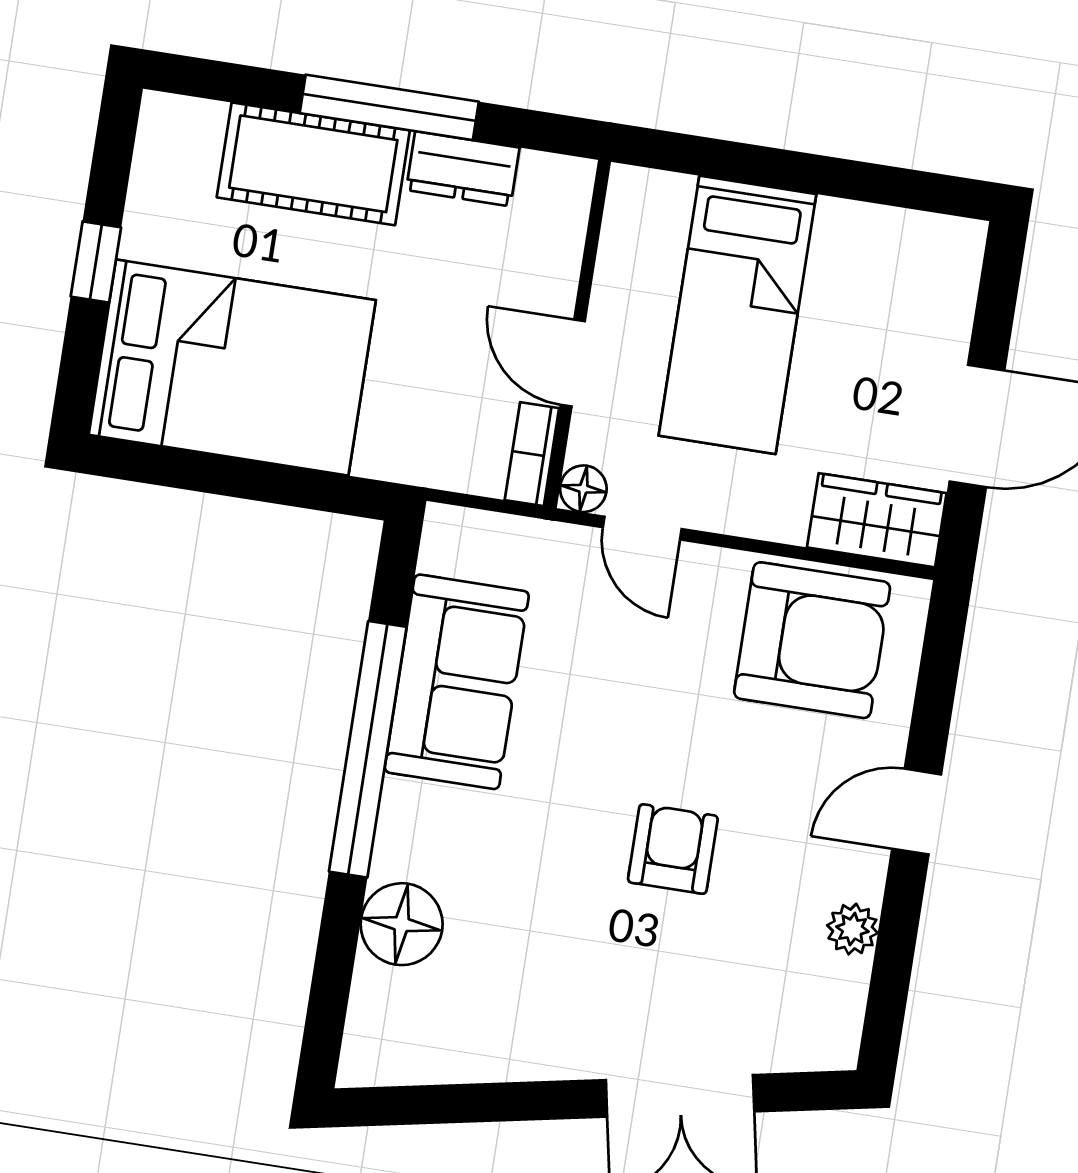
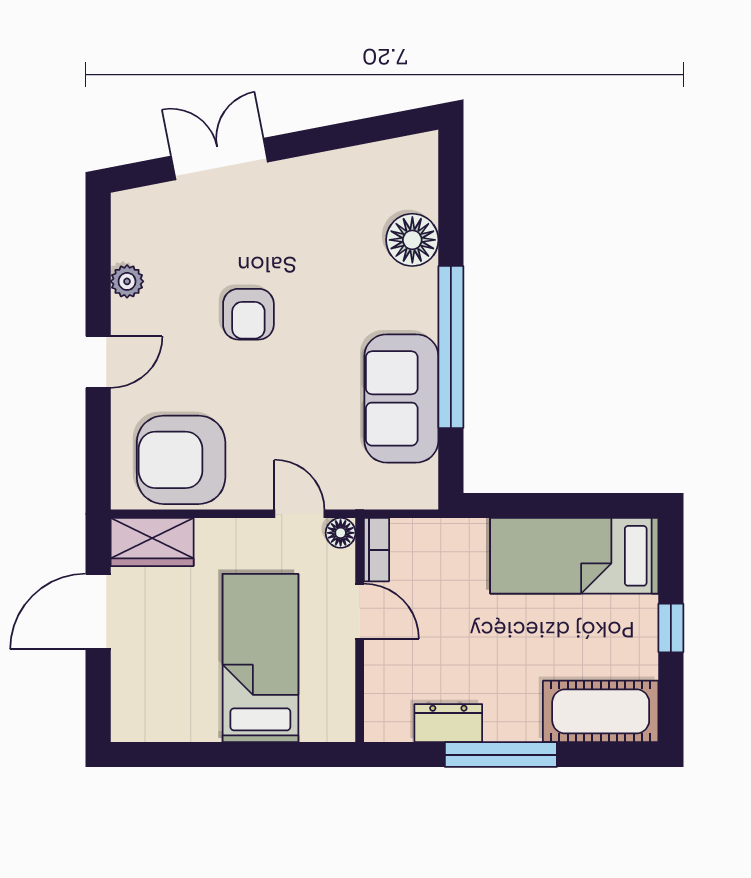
cot: (313, 164) -> (601, 711), moved
bed: (232, 367) -> (574, 556), width x0.67

